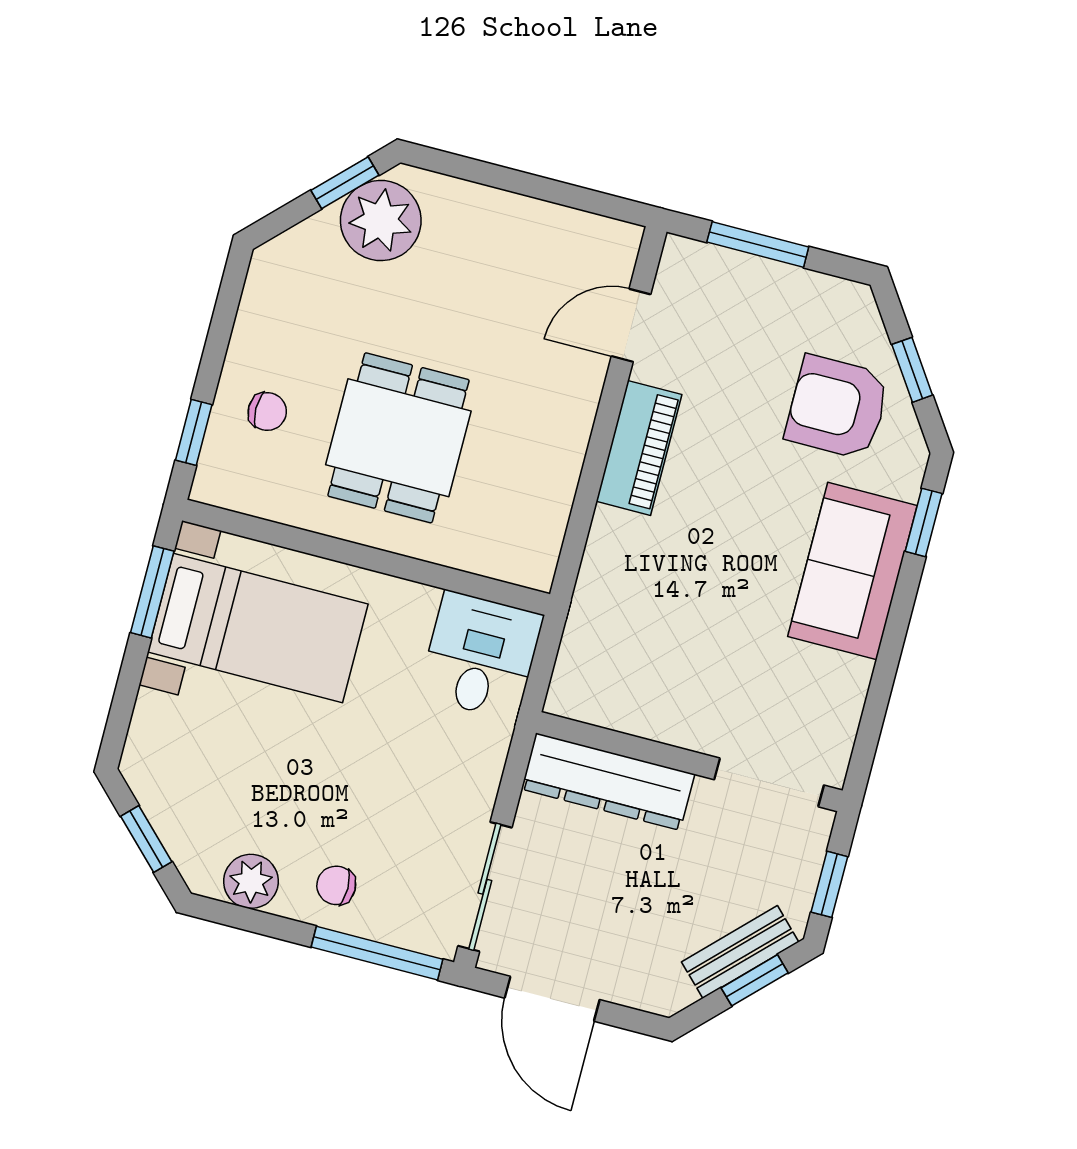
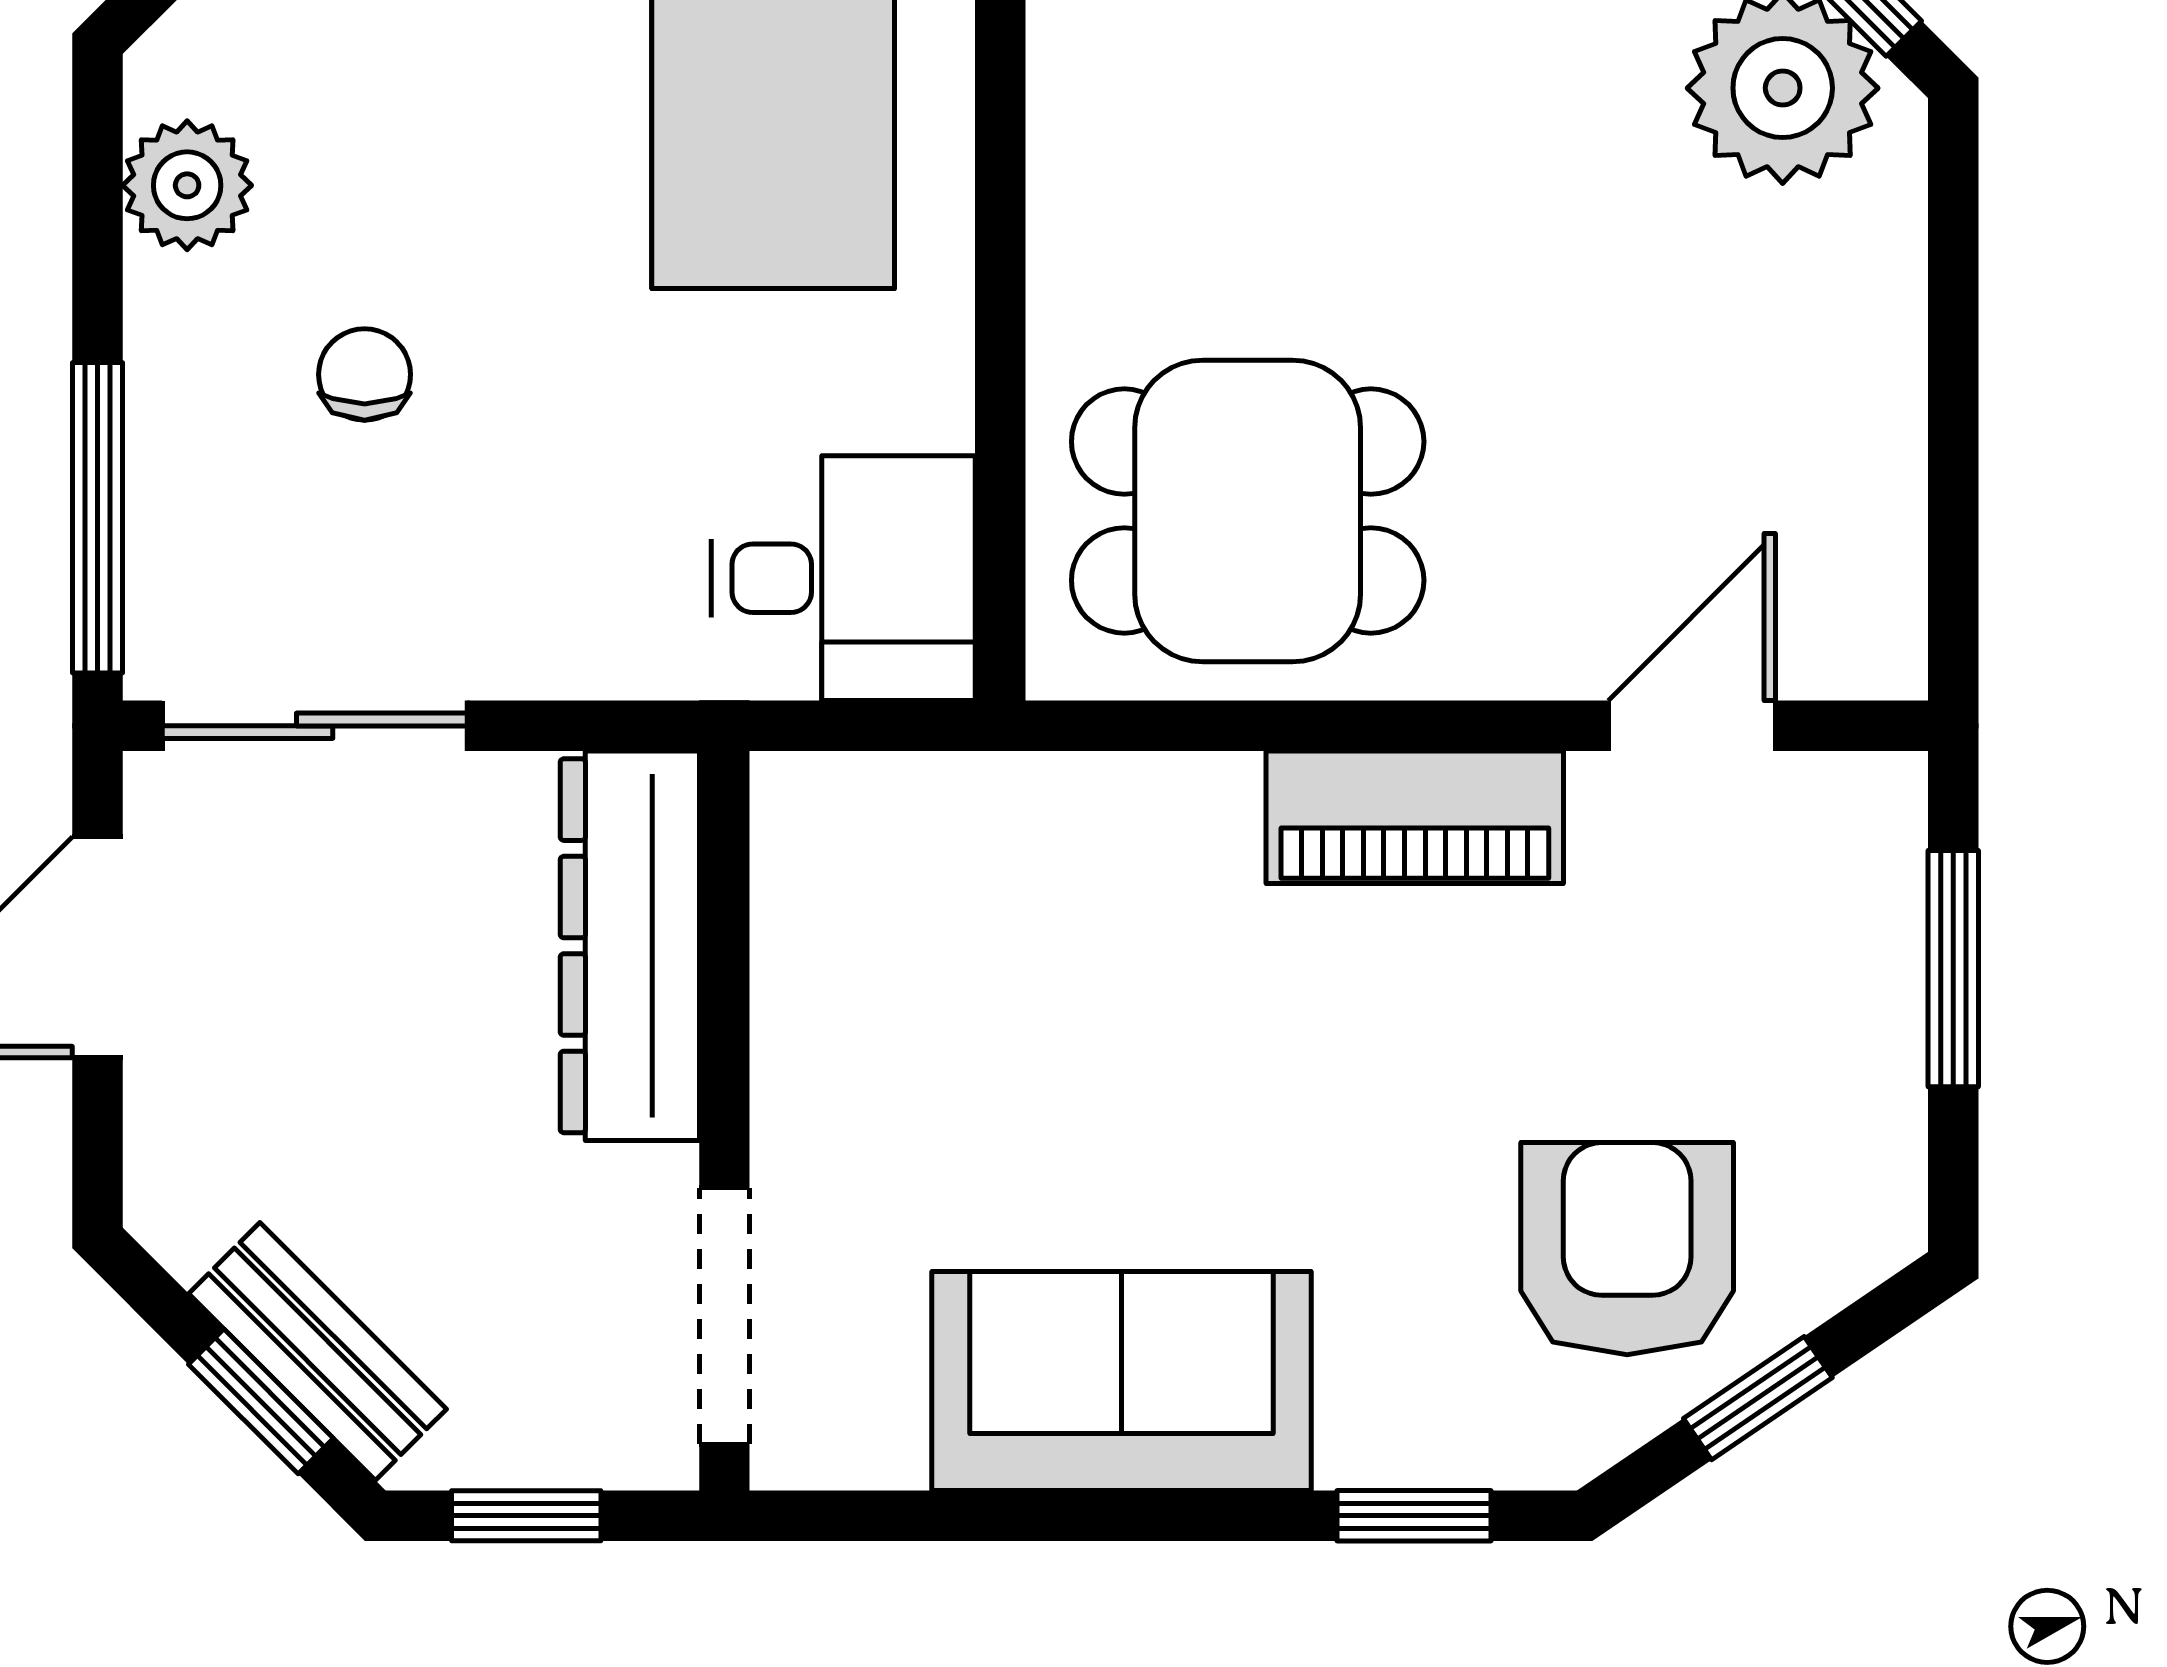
door: (631, 325) -> (1692, 726), hinge flipped
dining table: (398, 438) -> (1248, 511), moved
sofa: (852, 571) -> (1121, 1381), moved
chair: (336, 885) -> (365, 374), moved

